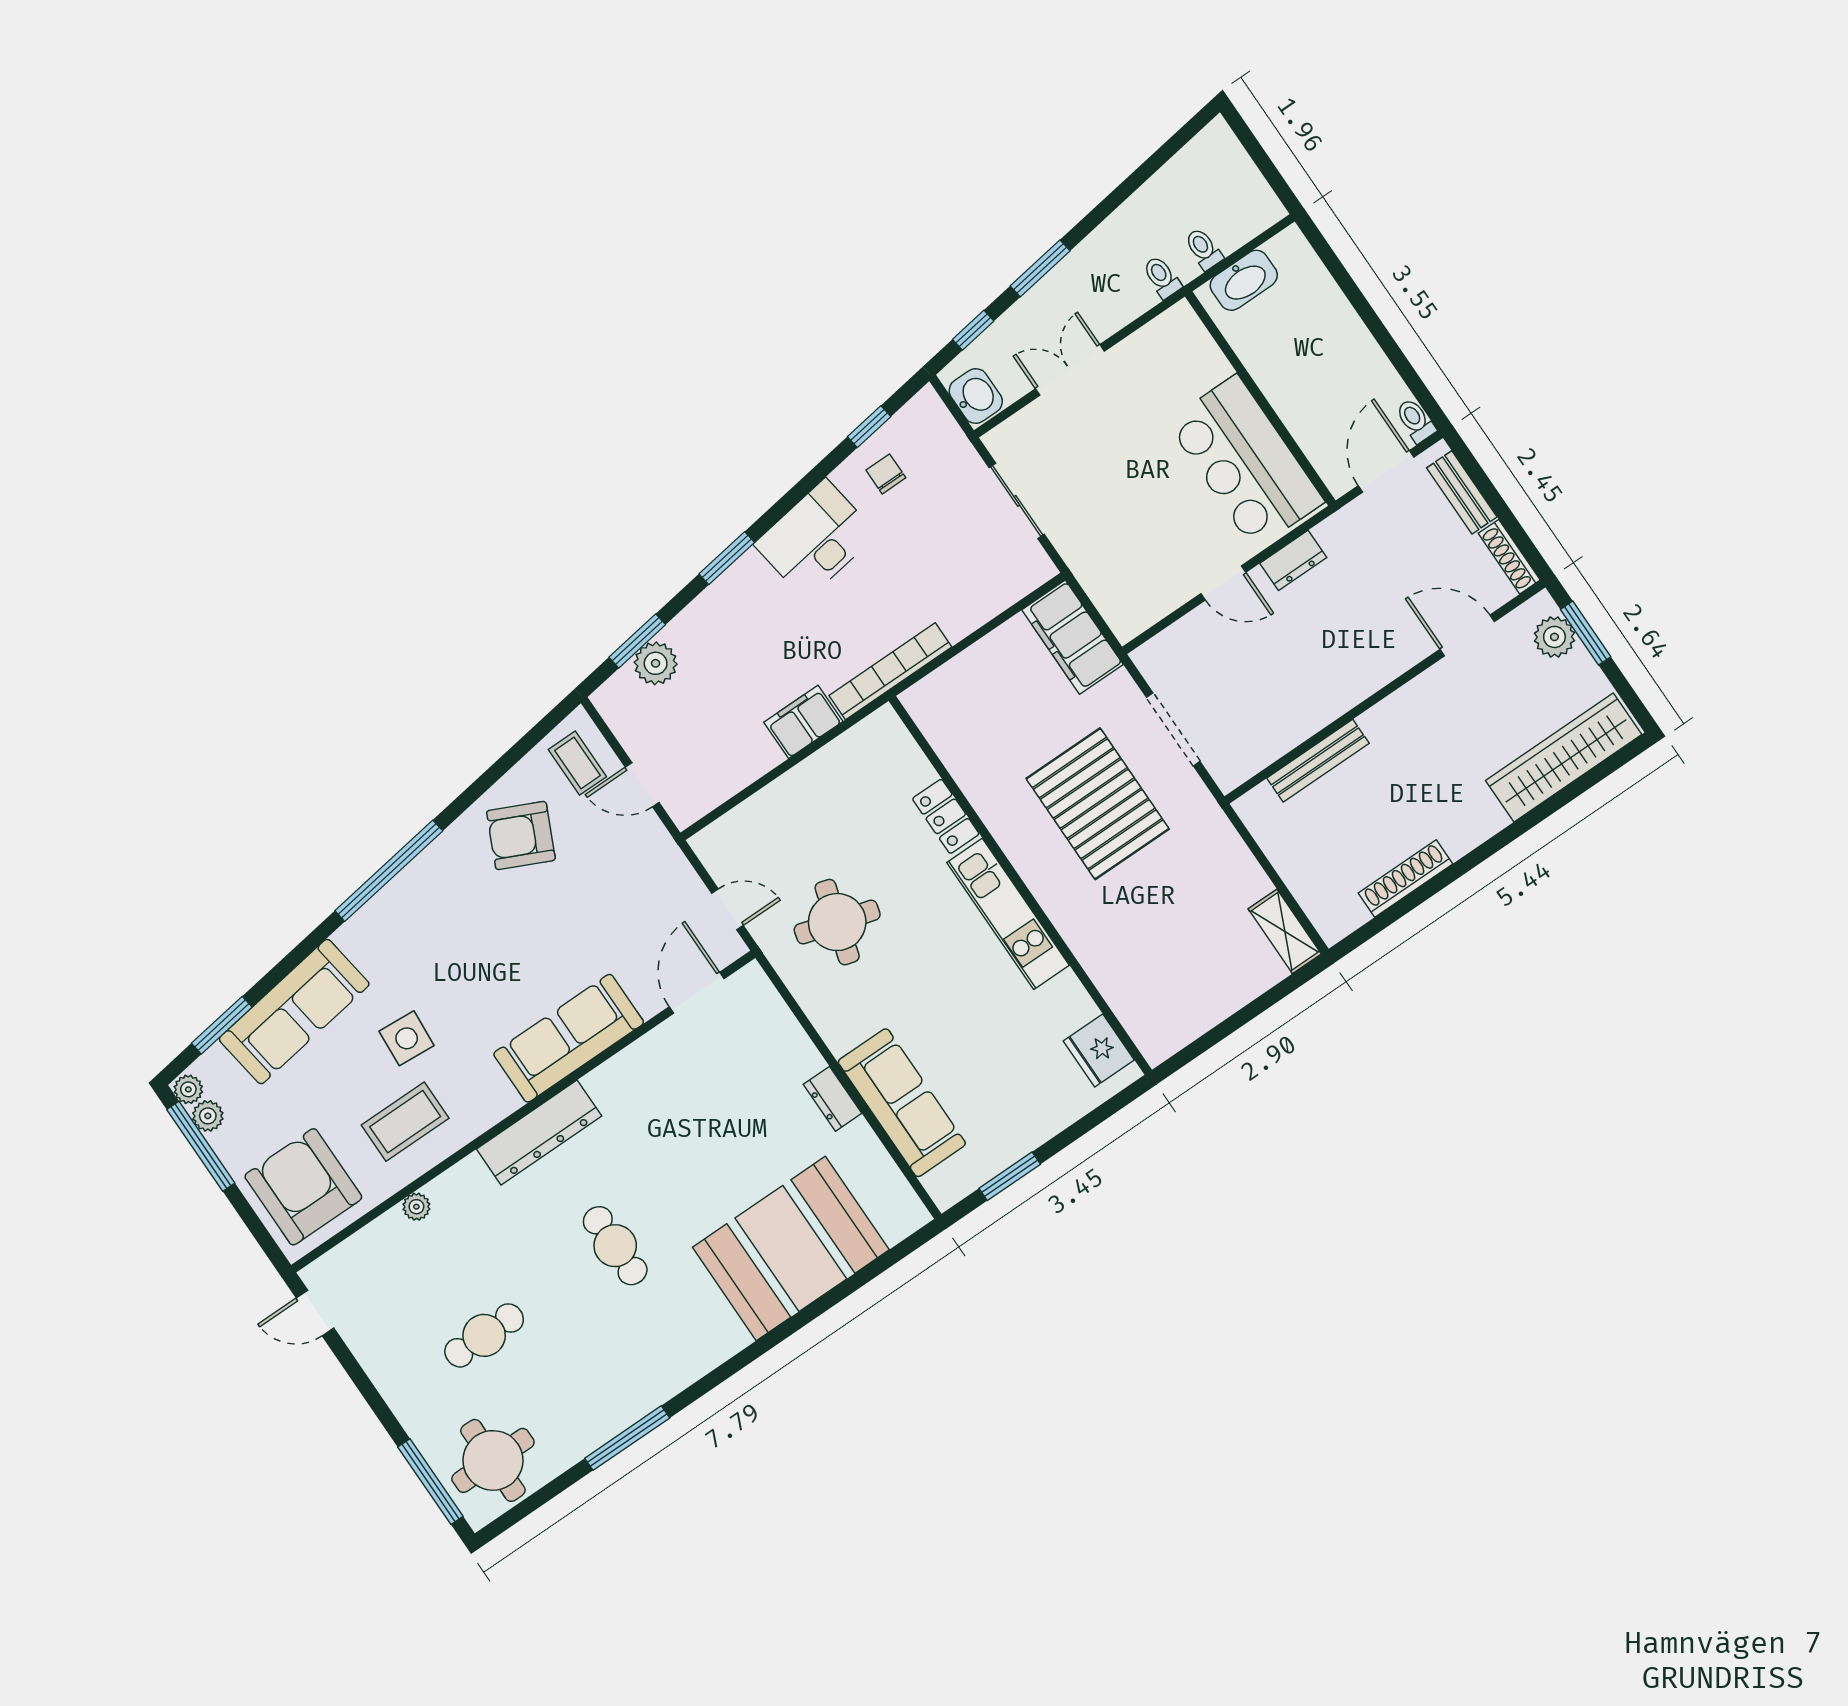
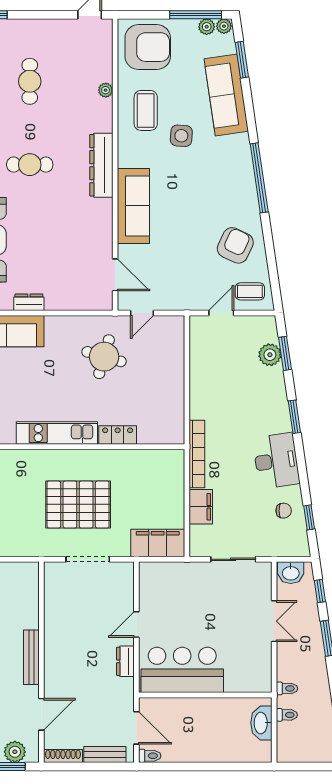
filing cabinet: (803, 722) -> (201, 507), moved
bench: (1318, 761) -> (31, 657), moved

